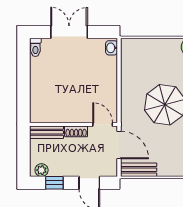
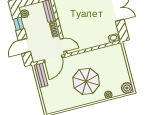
door: (103, 124) -> (64, 45), hinge flipped

